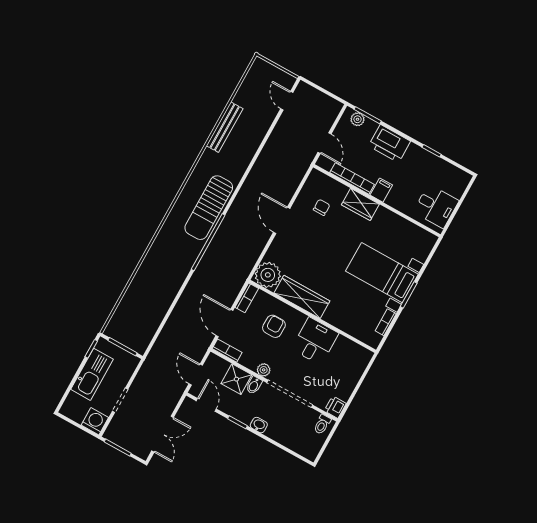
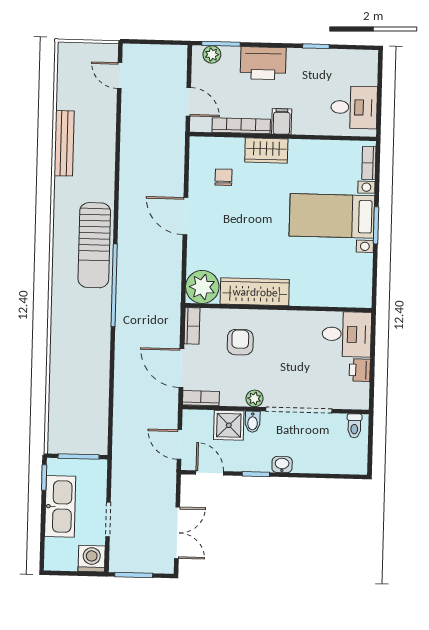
bookcase: (386, 322) -> (369, 163), moved
desk: (315, 341) -> (347, 334), moved, turned 90
printer: (335, 407) -> (360, 370), moved

